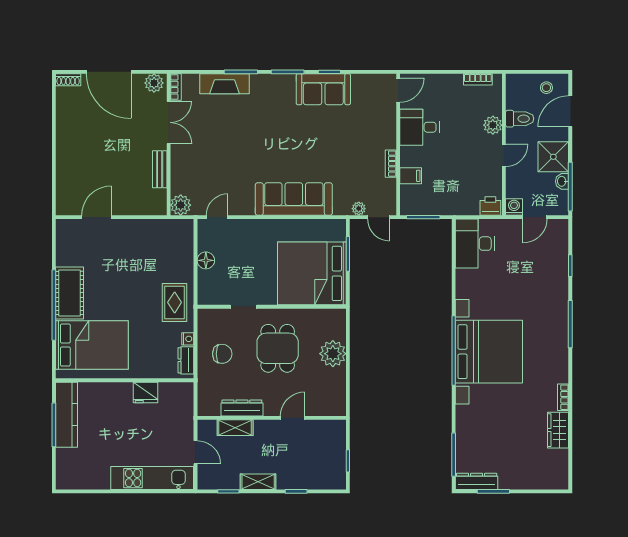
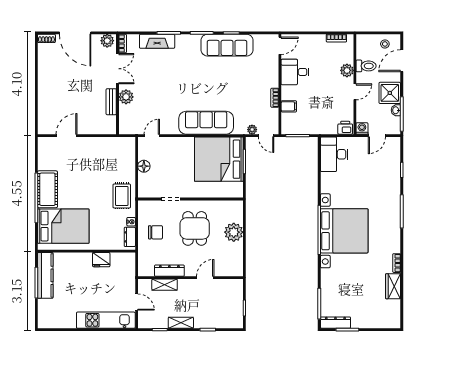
sofa: (323, 89) -> (227, 45), width x1.36
plant: (181, 205) -> (126, 97), moved
bed: (312, 273) -> (219, 159), moved

